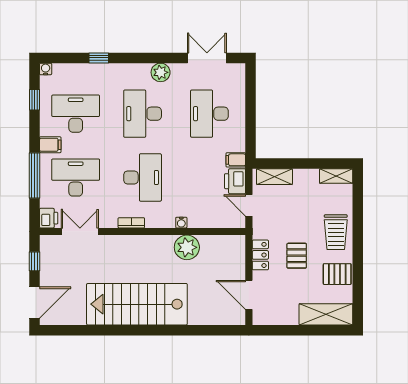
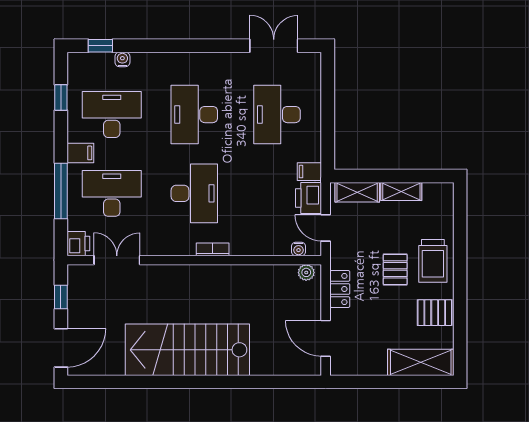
window: (99, 58) -> (100, 46), moved
water cooler: (46, 69) -> (122, 59), moved
plant: (161, 72) -> (217, 64), removed
shelving: (336, 176) -> (401, 191), moved
bookcase: (131, 223) -> (213, 249), moved
water cooler: (181, 223) -> (299, 249), moved
plant: (187, 247) -> (306, 272), moved, width x0.53, depth x0.53
pallet: (297, 256) -> (395, 269), moved

